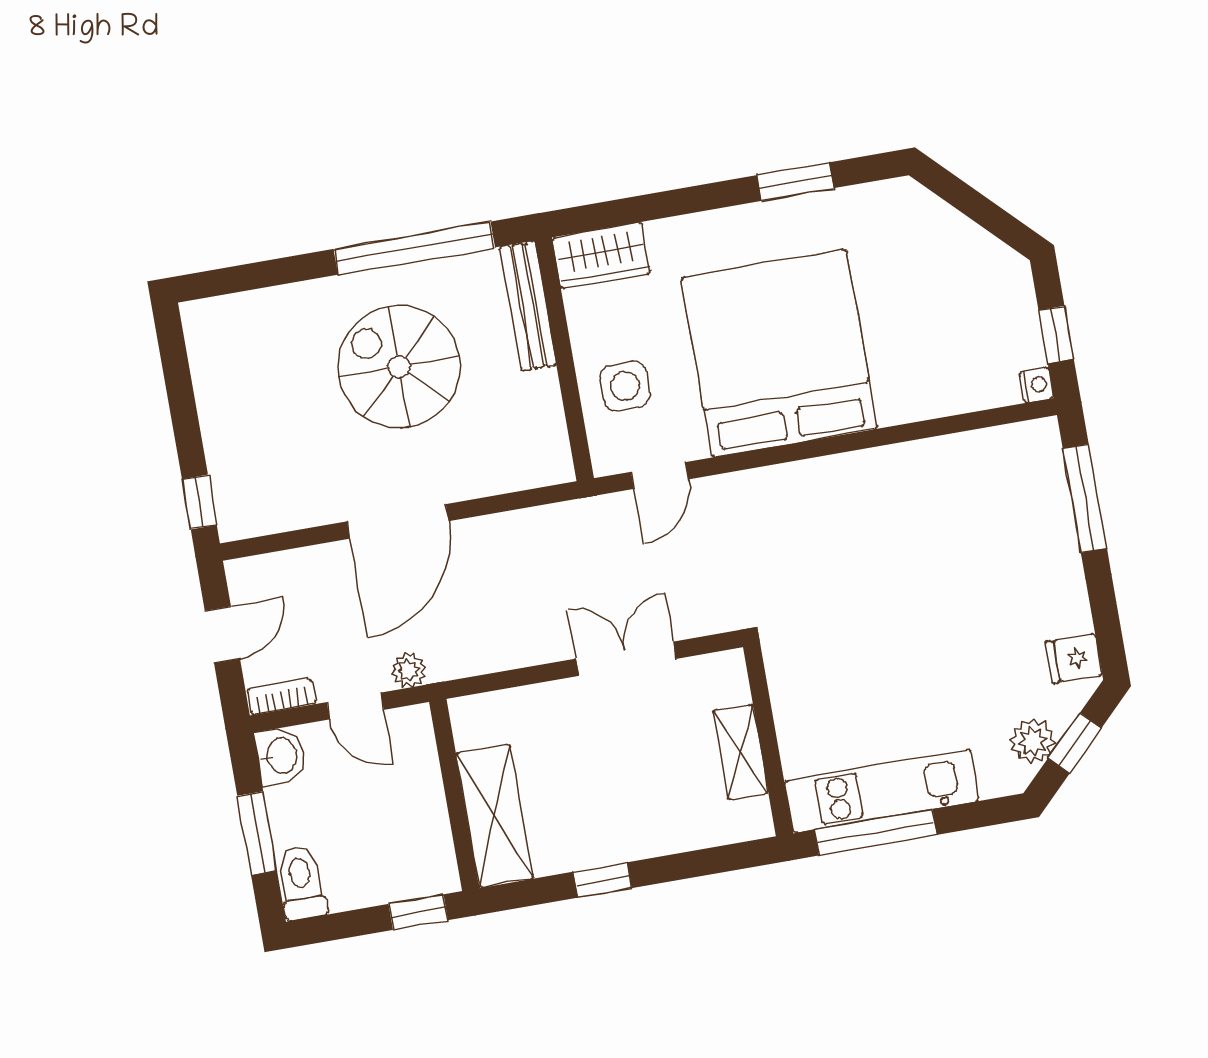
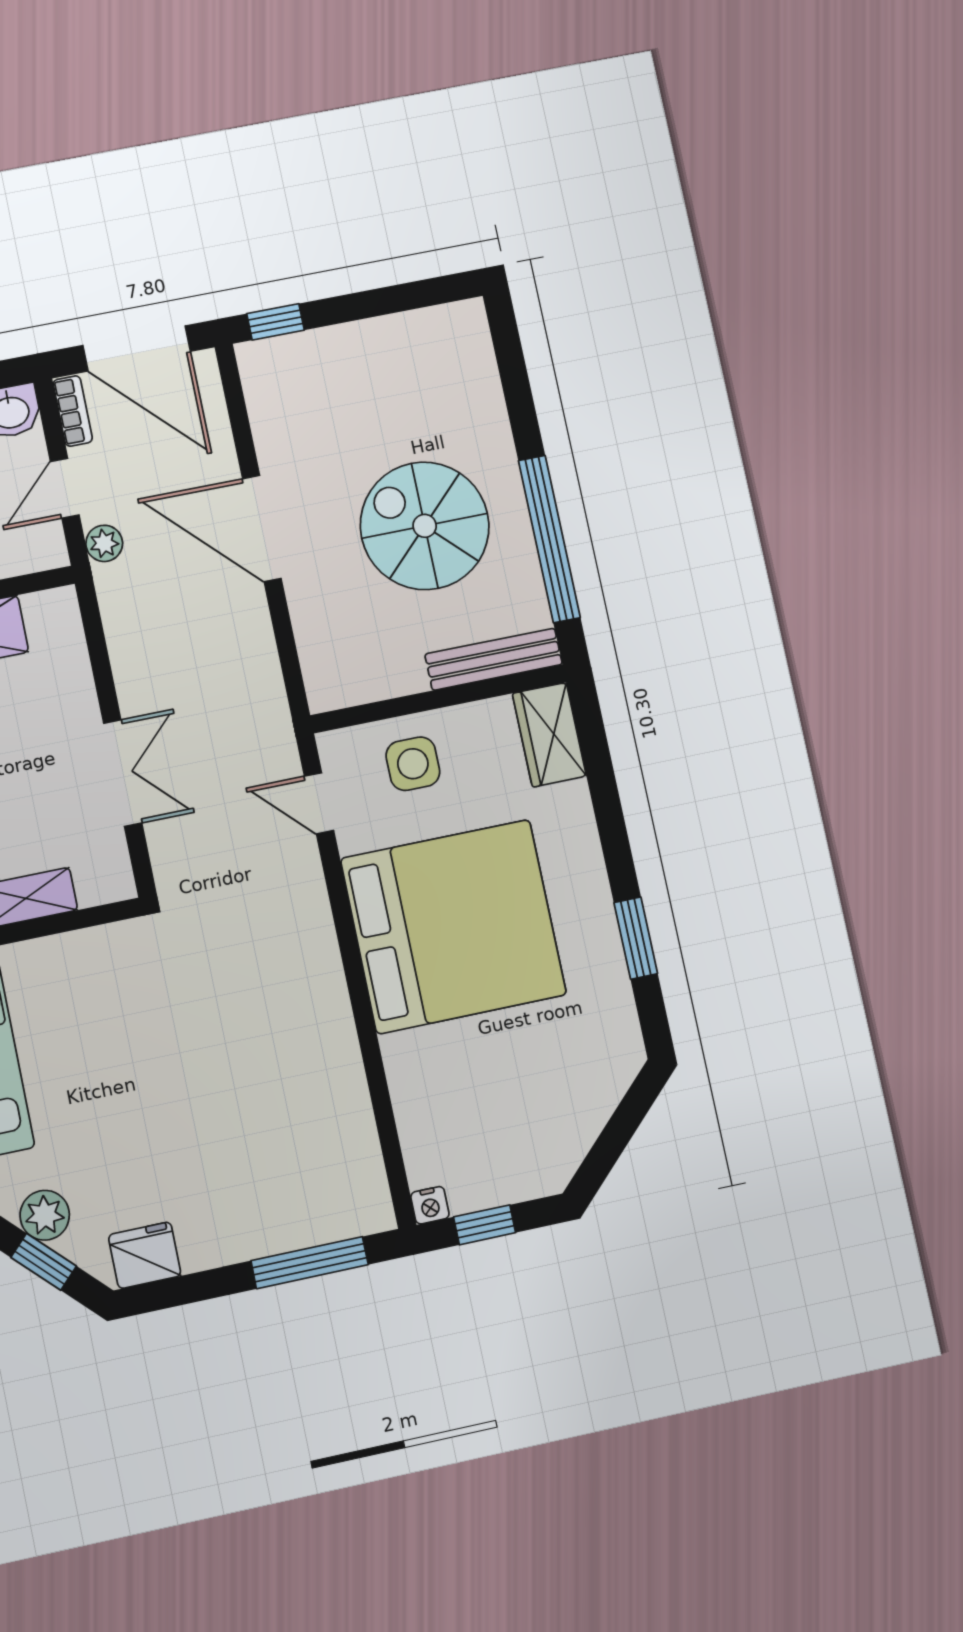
spiral stairs: (399, 367) -> (425, 526), turned -90
door: (222, 635) -> (137, 348), width x1.87
fridge: (1074, 658) -> (145, 1255), width x1.38

